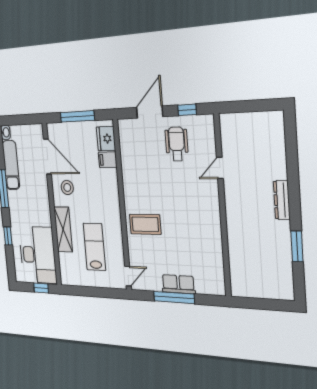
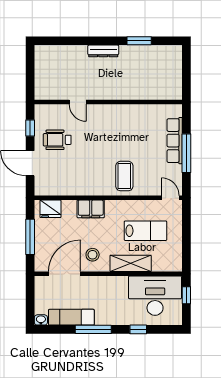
filing cabinet: (108, 160) -> (91, 209), moved, width x2.00
lab bench: (94, 247) -> (145, 231), turned 180
row of seats: (178, 284) -> (175, 141), width x1.48

